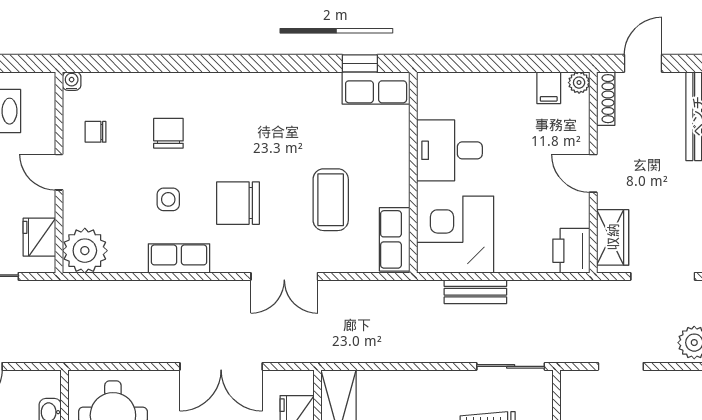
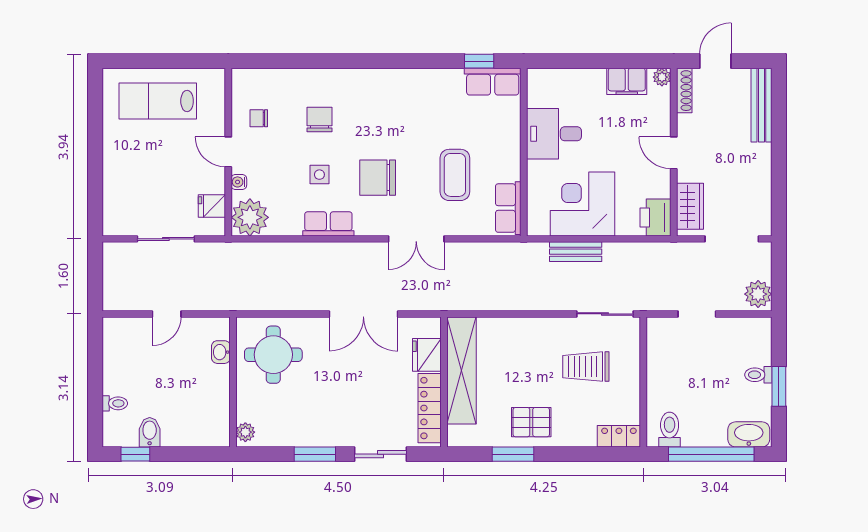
water cooler: (72, 81) -> (239, 182), moved, turned -90
filing cabinet: (549, 88) -> (627, 81), width x2.00
corner desk: (455, 235) -> (582, 204), moved
fridge: (39, 237) -> (212, 206), width x0.72

